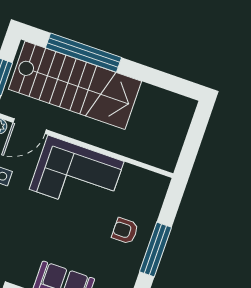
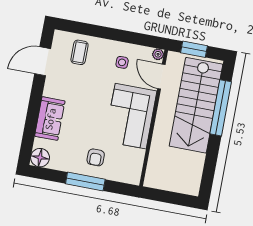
armchair: (125, 231) -> (96, 157), turned 180

